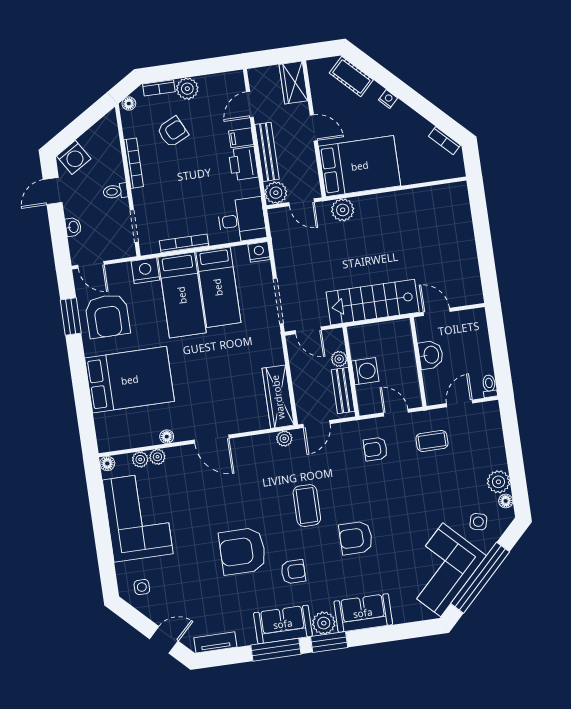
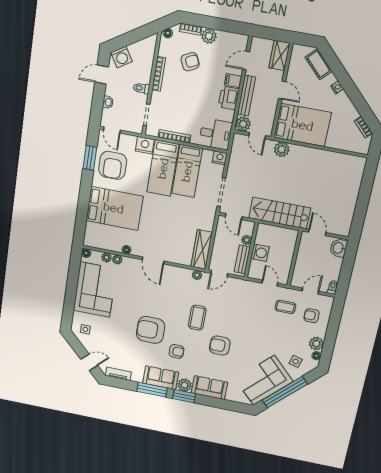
washbasin: (431, 355) -> (339, 248), moved, turned 180
armchair: (375, 449) -> (312, 316), moved

